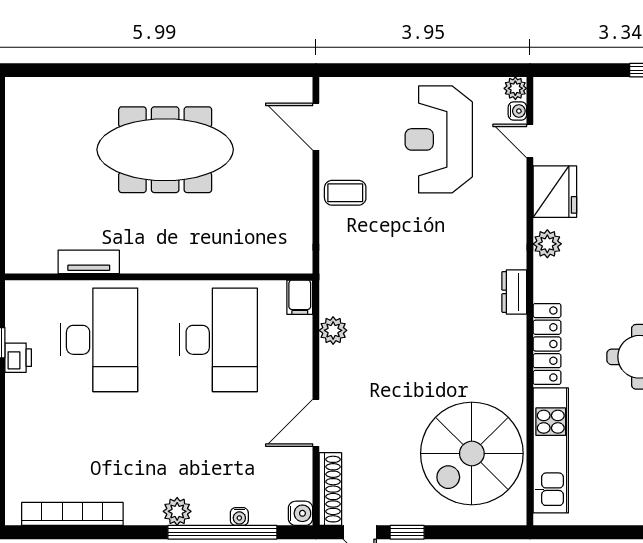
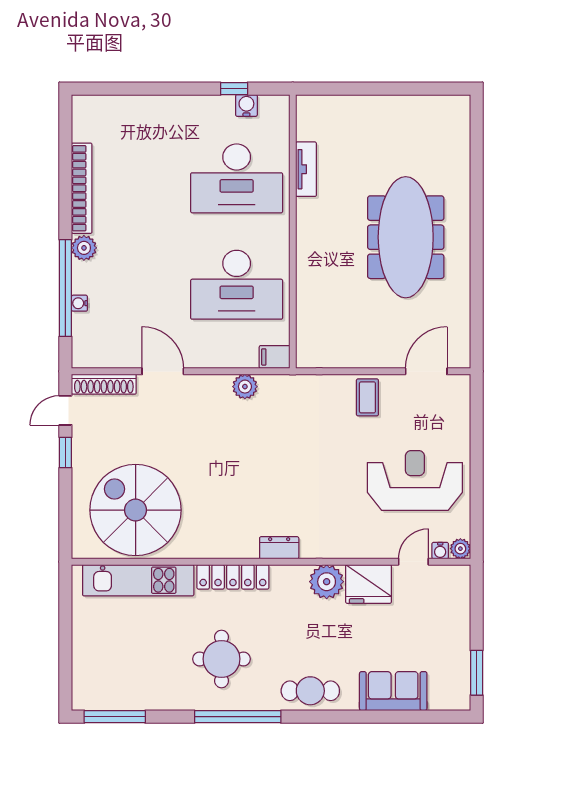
plant: (547, 244) -> (327, 582), width x1.36, depth x1.36
printer: (18, 358) -> (221, 106), removed
water cooler: (300, 513) -> (246, 105), moved, turned 180
bookcase: (72, 514) -> (82, 188), moved

